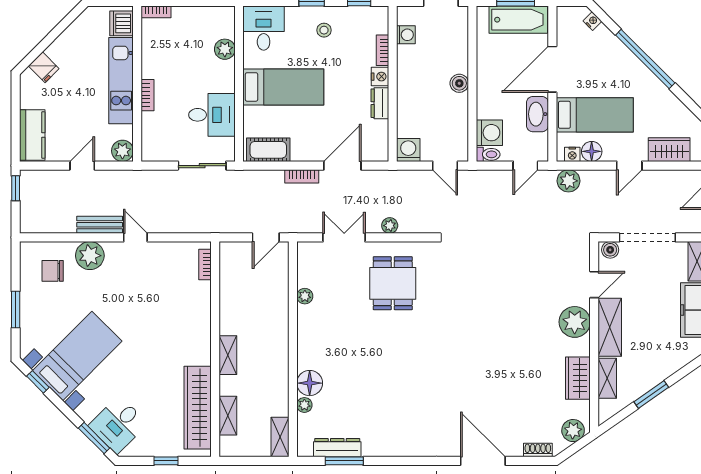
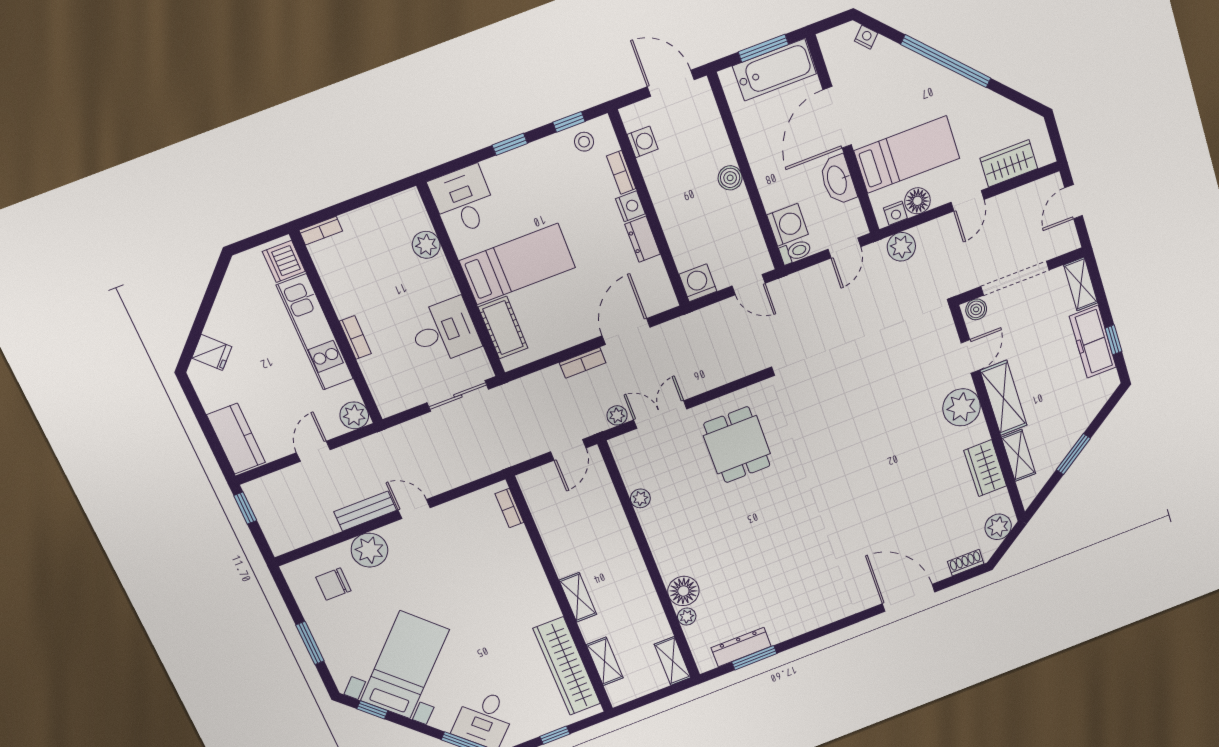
stool: (324, 30) -> (584, 142), moved
cot: (268, 150) -> (503, 328), moved, turned 90
plant: (390, 226) -> (617, 415), moved

